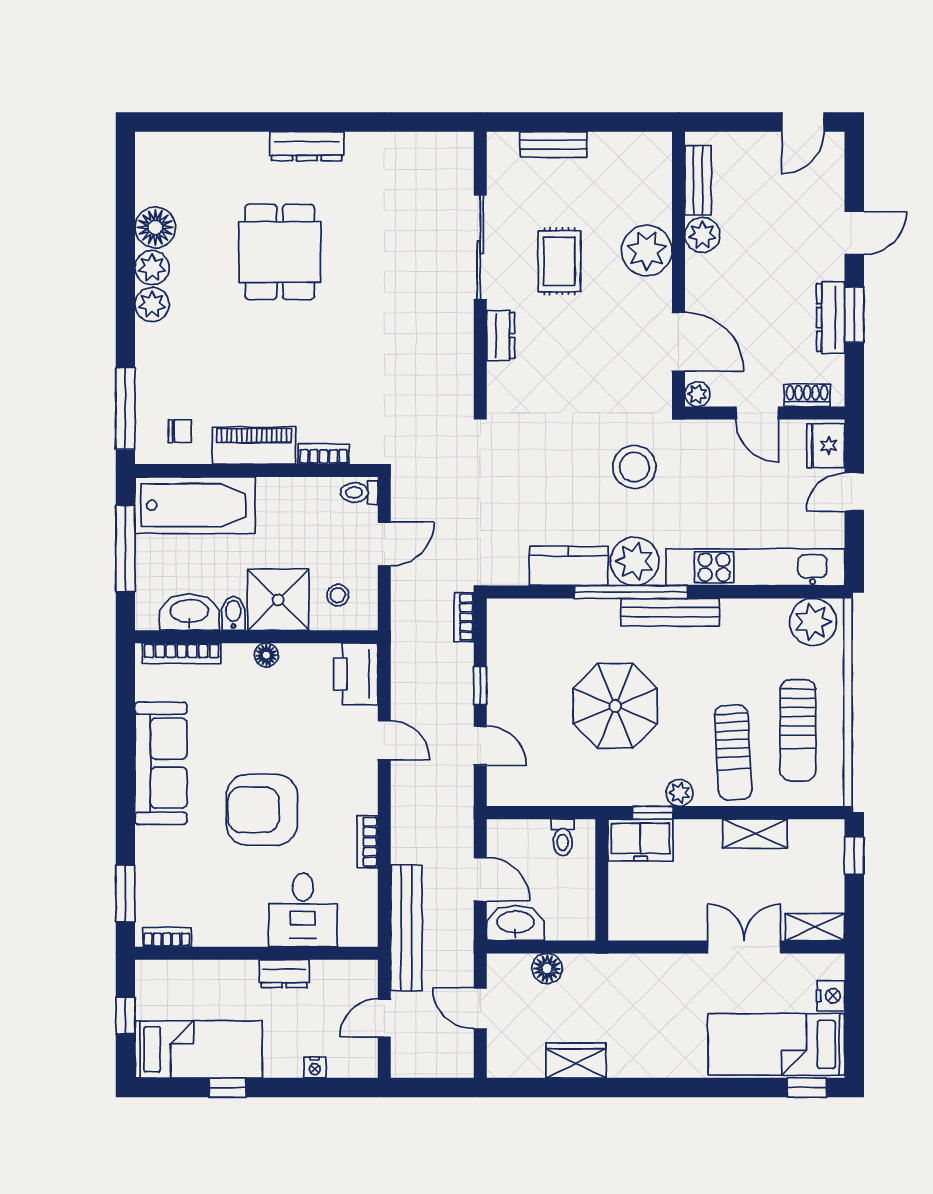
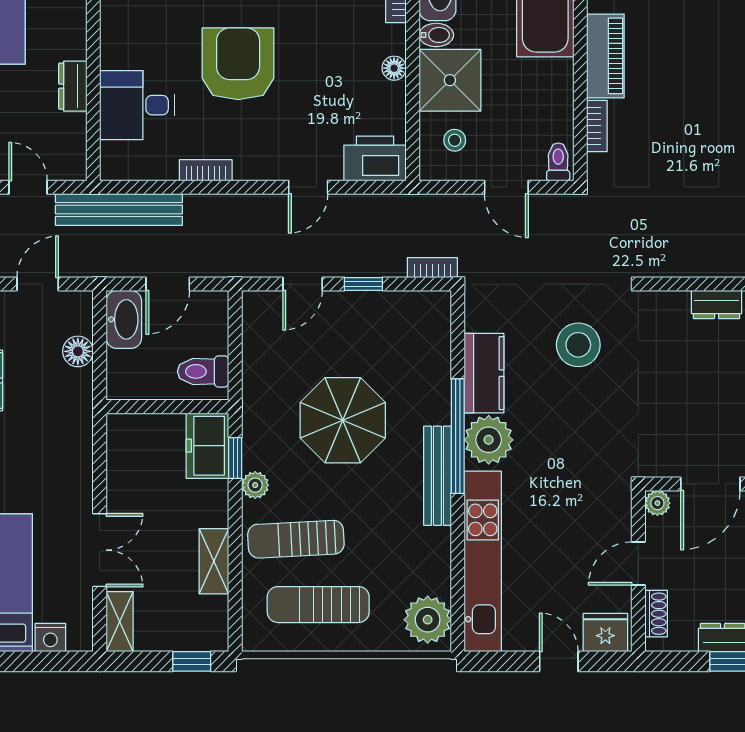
stool: (634, 467) -> (578, 345), moved
toilet: (563, 837) -> (203, 371), width x1.37, depth x1.39

